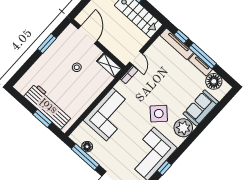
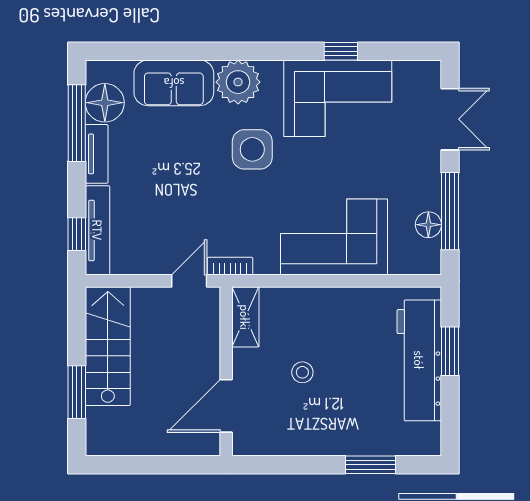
window: (47, 44) -> (370, 465), moved
window: (203, 56) -> (77, 123), moved
side table: (159, 114) -> (252, 149), turned 45

